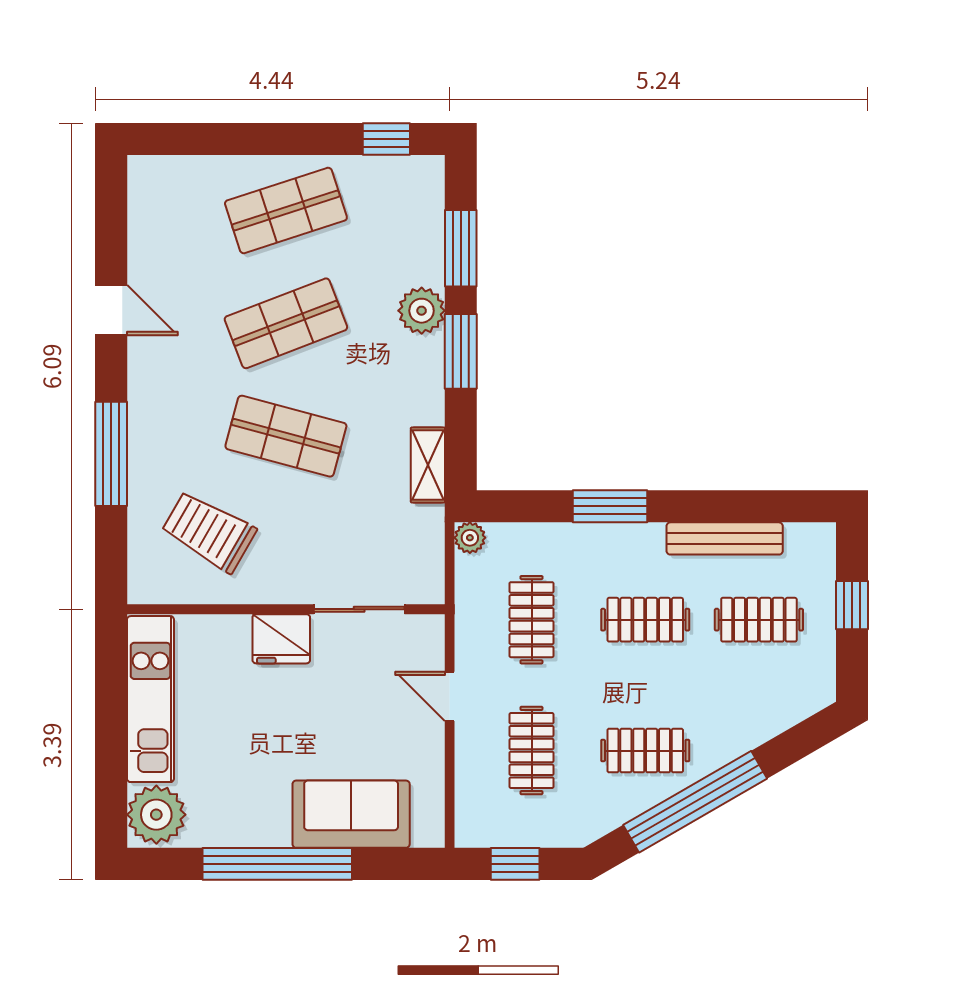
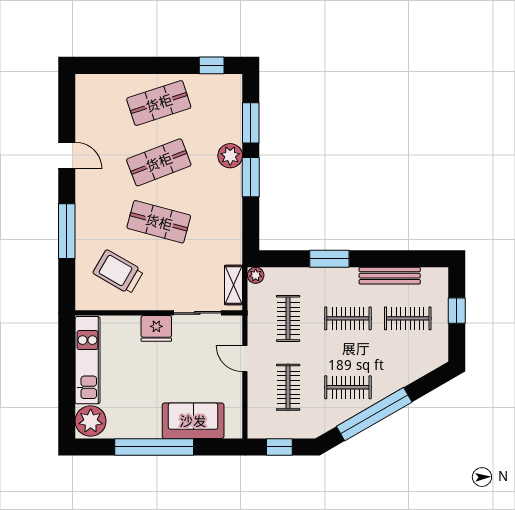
shelving: (428, 465) -> (234, 285), moved

